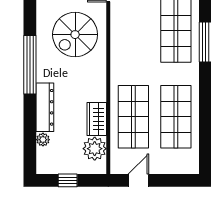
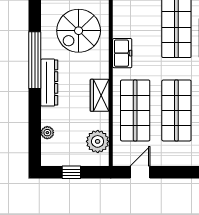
freezer: (120, 58) -> (122, 53), added
dresser: (45, 107) -> (49, 83), moved
wardrobe: (97, 119) -> (100, 95), moved

